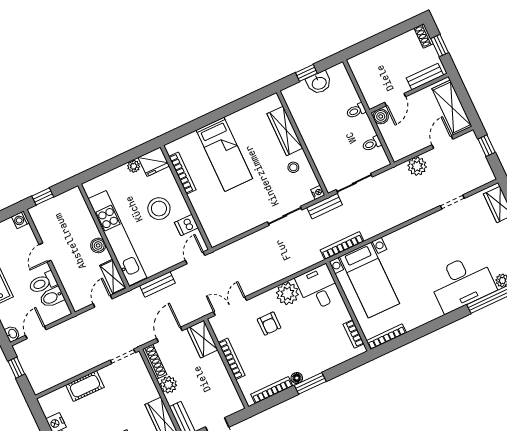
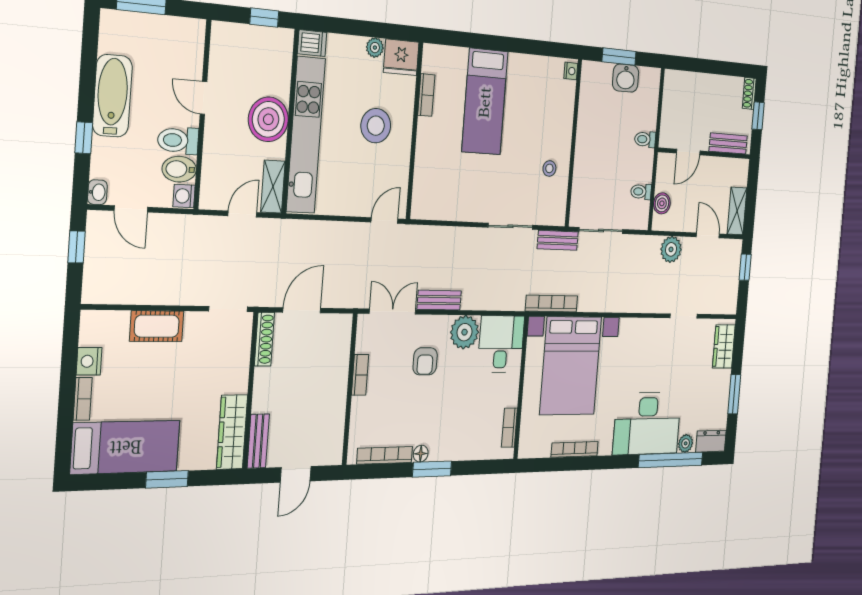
window: (306, 73) -> (619, 57), width x1.50
shelving: (452, 107) -> (737, 211), width x0.67, depth x0.75
boiler: (381, 116) -> (662, 203), moved
wardrobe: (285, 131) -> (563, 115), removed
door: (442, 142) -> (708, 235), hinge flipped
bookcase: (182, 173) -> (426, 95), width x0.64
nightstand: (318, 192) -> (571, 71), moved
window: (43, 196) -> (264, 17), moved
washing machine: (20, 220) -> (184, 196), moved
dishwasher: (186, 225) -> (312, 43), moved, turned 180
boiler: (98, 245) -> (268, 119), width x1.86, depth x1.86
door: (45, 252) -> (204, 98), hinge flipped
bed with nightstands: (369, 280) -> (571, 366), width x1.36
bench: (157, 284) -> (439, 300), moved
door: (36, 332) -> (131, 209), swing flipped
bookcase: (386, 337) -> (575, 449), moved
wardrobe: (202, 339) -> (338, 339), removed
bookcase: (232, 359) -> (360, 375), width x0.64
plant: (168, 385) -> (265, 382), removed

